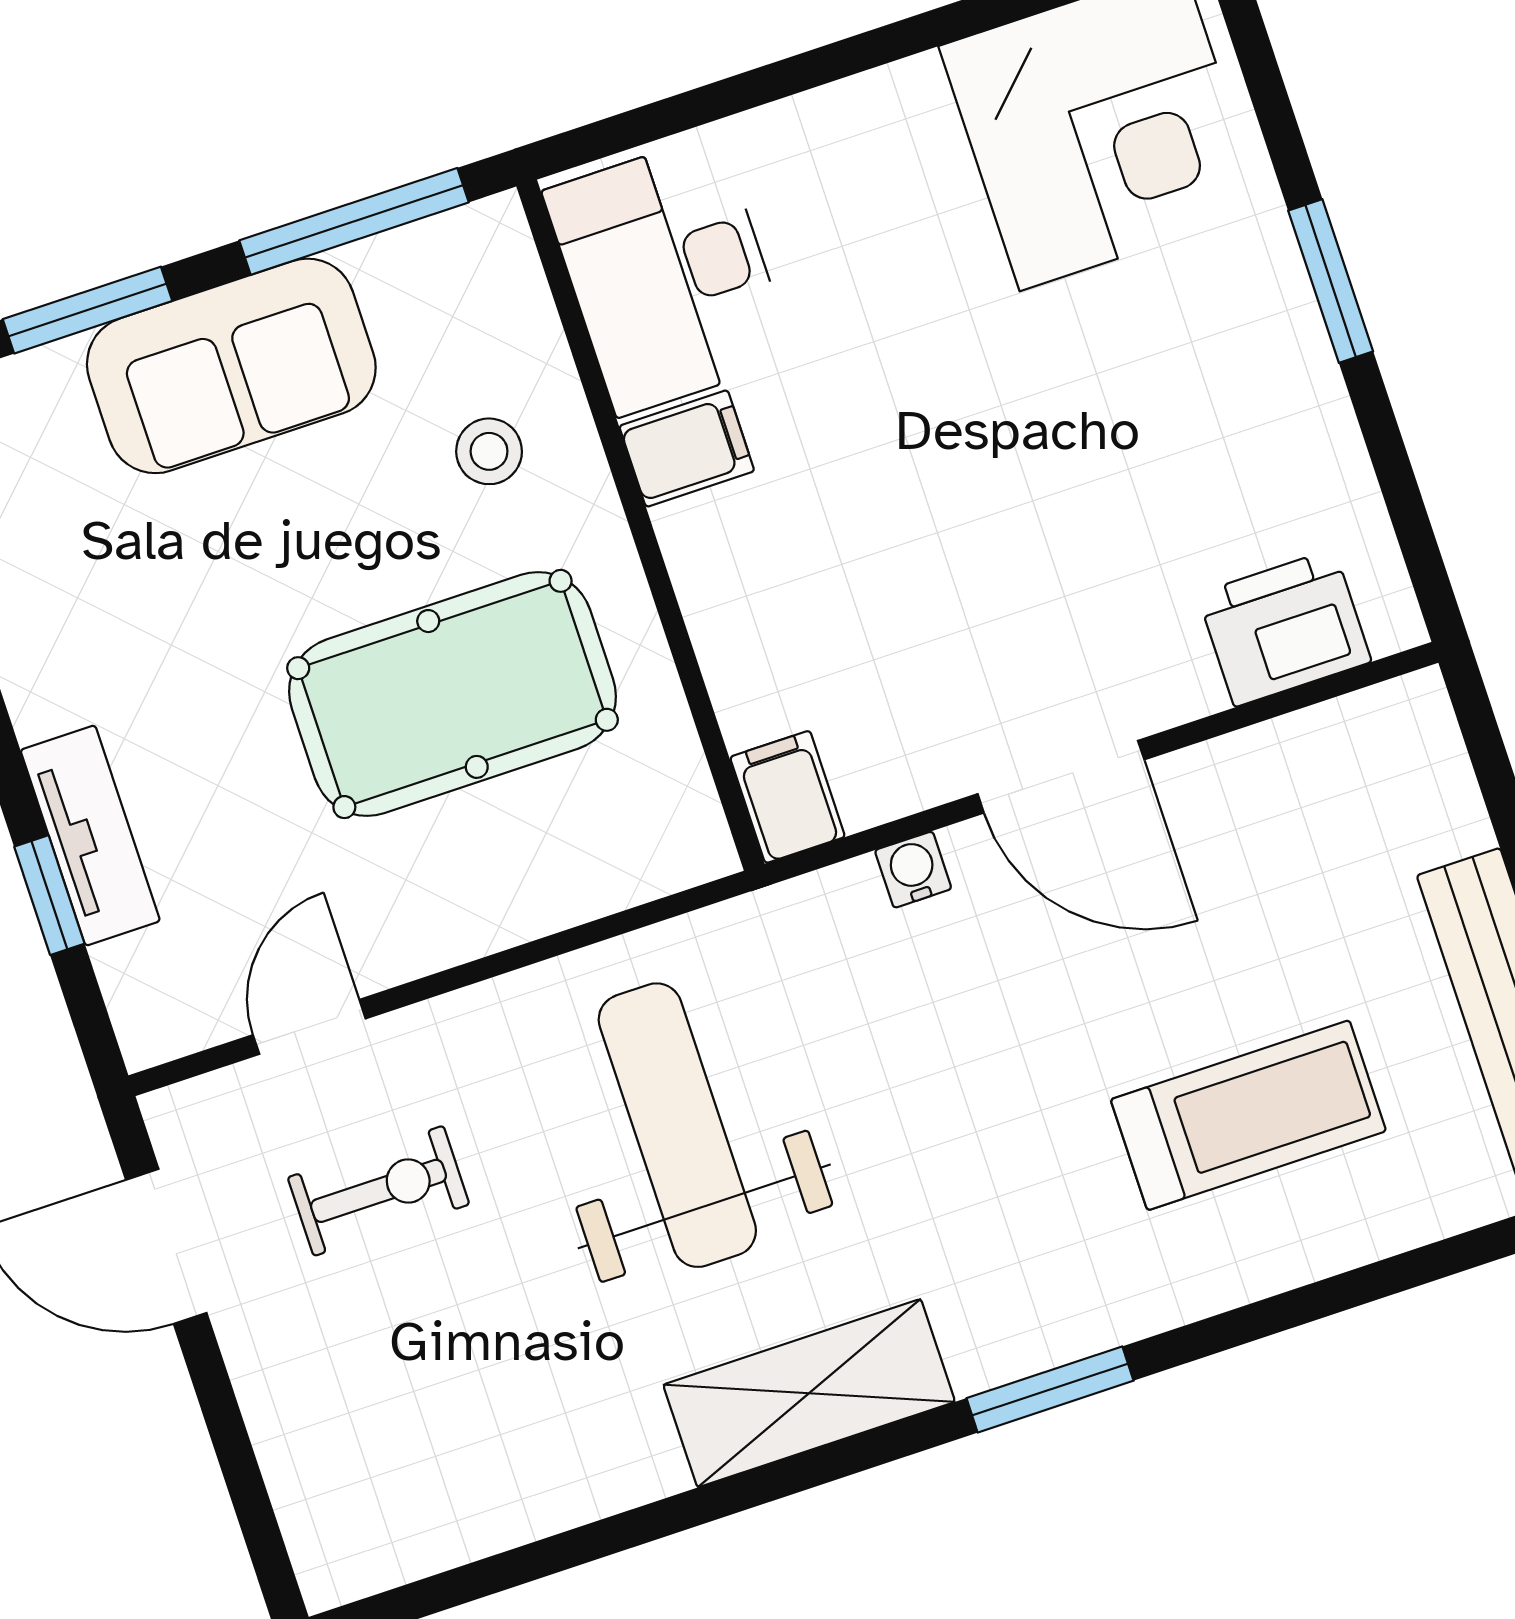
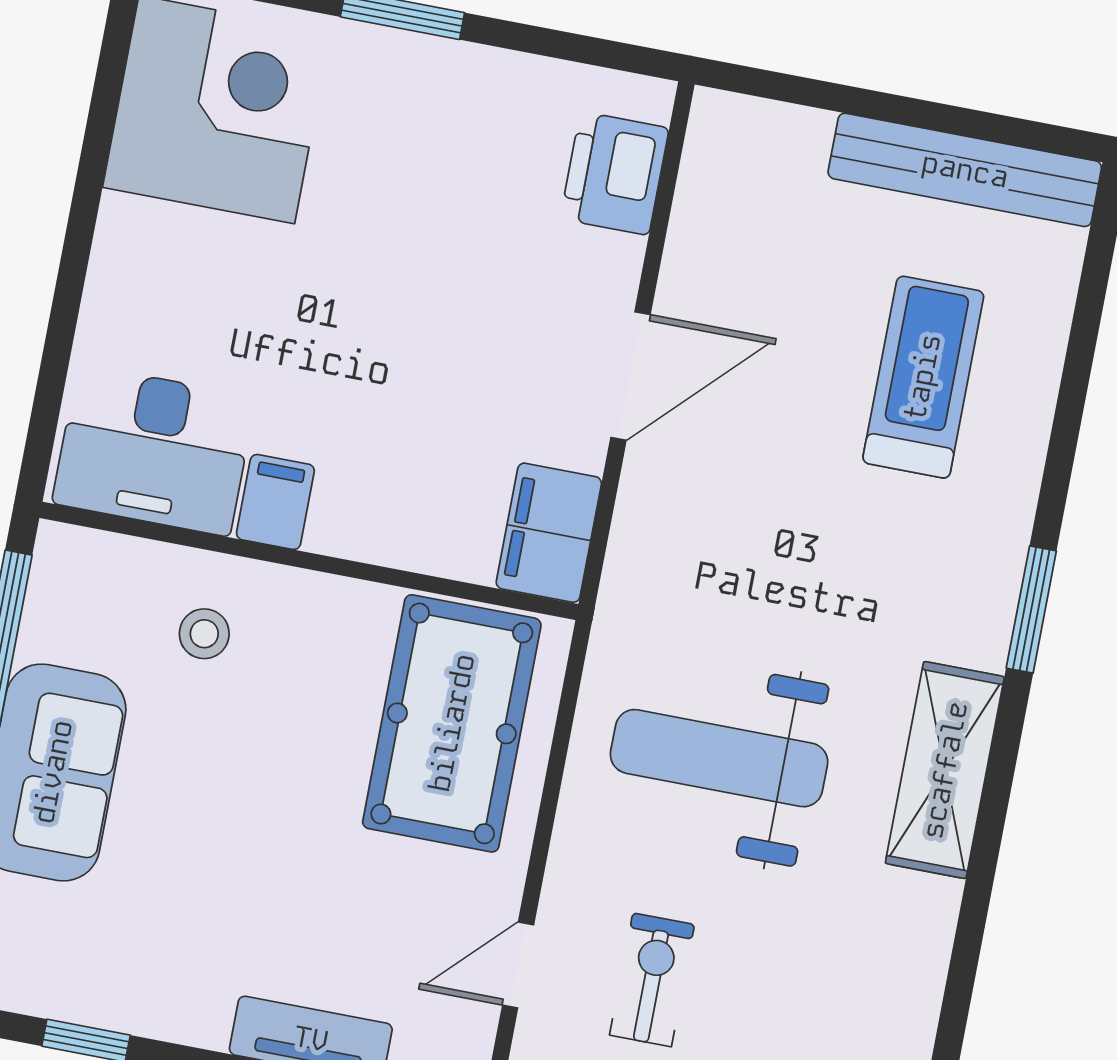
pool table: (452, 694) -> (452, 723), moved
filing cabinet: (788, 797) -> (549, 533), width x2.00
water cooler: (913, 870) -> (637, 508), removed
door: (309, 1027) -> (518, 965), hinge flipped

